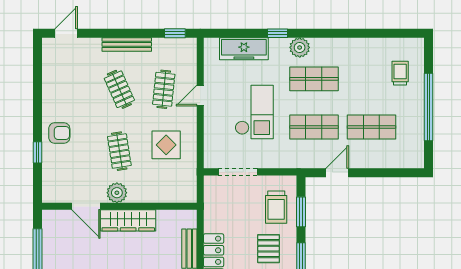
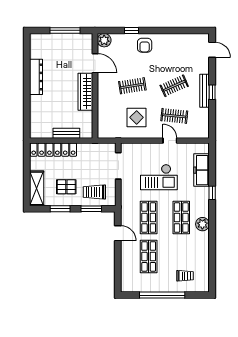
window: (175, 33) -> (212, 92), moved
plant: (300, 47) -> (202, 224), moved
plant: (117, 193) -> (104, 40), moved
door: (86, 206) -> (95, 63), swing flipped

